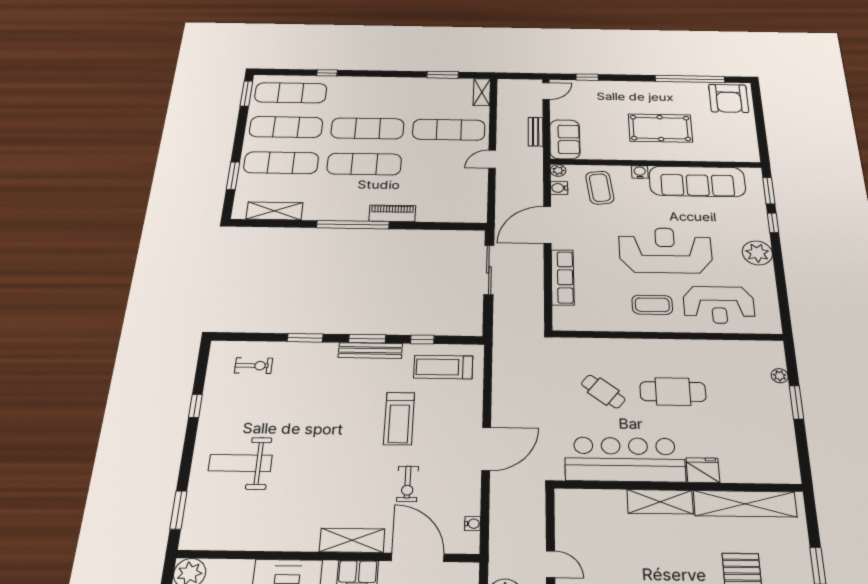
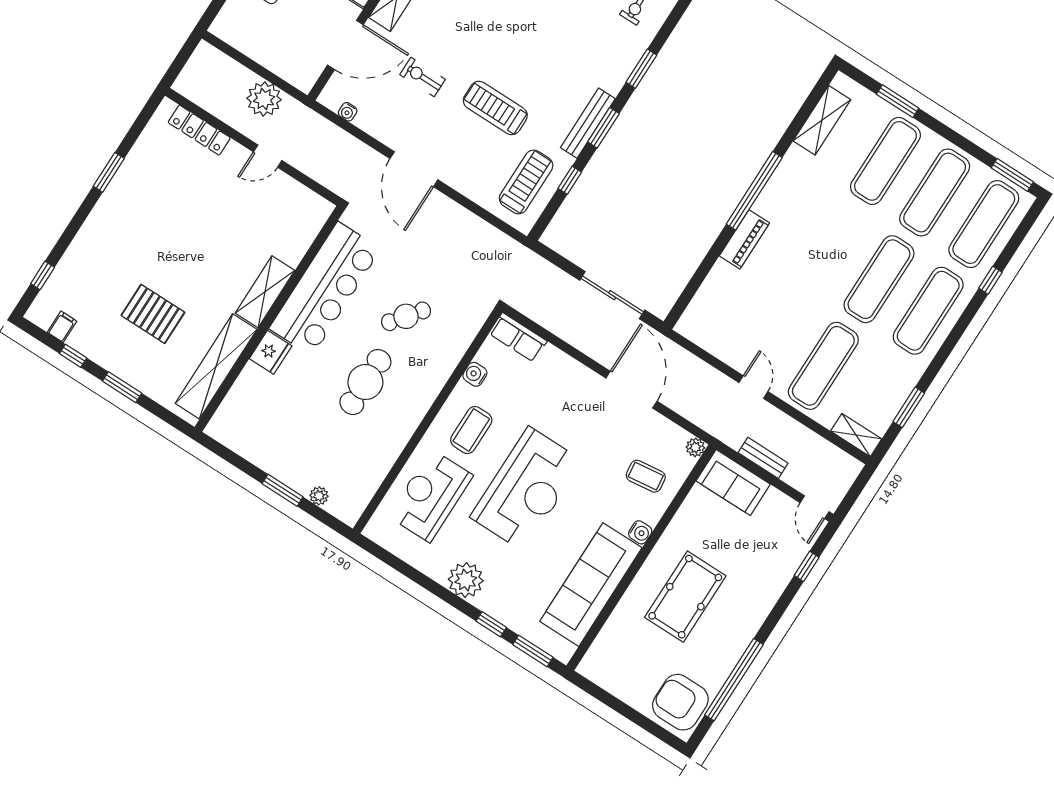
exercise mat: (364, 164) -> (928, 311), moved
water cooler: (559, 188) -> (475, 374), moved, turned -90
coffee table: (600, 188) -> (646, 476), width x0.73, depth x0.77
row of seats: (563, 277) -> (518, 337), moved, width x0.68

